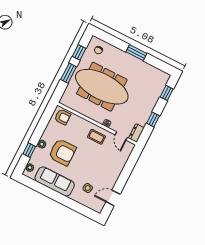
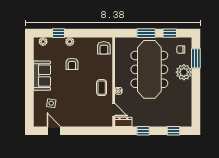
window: (136, 53) -> (196, 58), moved
plant: (120, 58) -> (184, 72), added
door: (121, 136) -> (114, 110), swing flipped
armchair: (62, 152) -> (72, 64), width x0.53, depth x0.53
sofa: (55, 181) -> (42, 76), width x0.73

